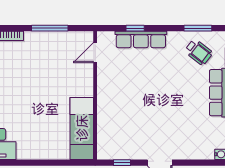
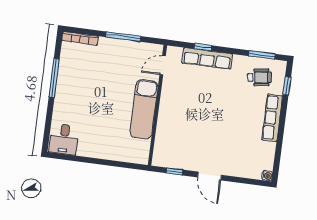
wheelchair: (199, 52) -> (260, 77), turned -46
exam couch: (82, 128) -> (144, 109), moved

